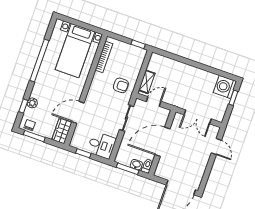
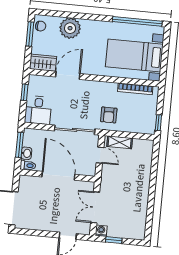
window: (39, 61) -> (137, 21), moved
washing machine: (225, 87) -> (101, 231), moved, width x0.53, depth x0.53
window: (233, 98) -> (114, 240), moved
plant: (32, 103) -> (70, 28), width x1.88, depth x1.88
window: (23, 106) -> (60, 14), removed
door: (78, 112) -> (68, 75), hinge flipped
sliding door: (126, 118) -> (75, 130), width x1.37

